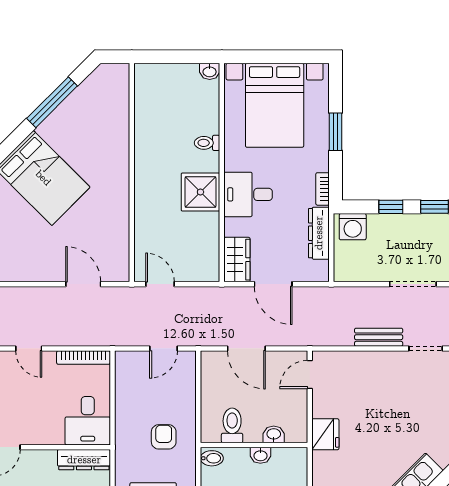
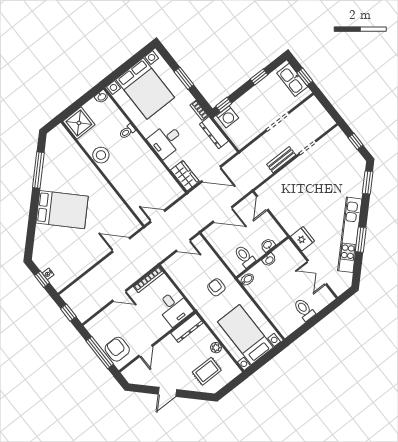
stool: (149, 147) -> (101, 155), added
shower: (200, 192) -> (79, 123), moved
window: (391, 207) -> (224, 105), moved
door: (164, 348) -> (183, 245), hinge flipped
fridge: (325, 434) -> (302, 239), moved

